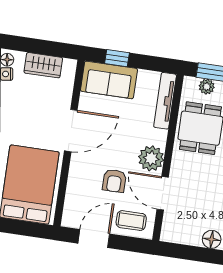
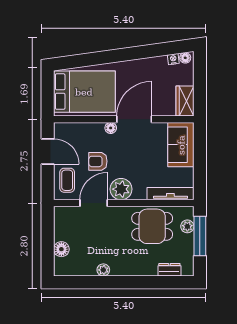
window: (117, 58) -> (200, 149), removed
wardrobe: (43, 65) -> (185, 101), moved
door: (71, 131) -> (134, 119), swing flipped
floor lamp: (77, 160) -> (111, 128), added

